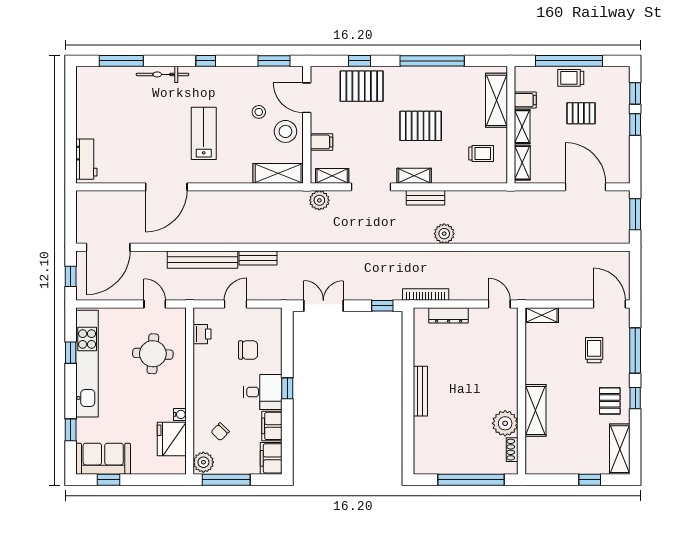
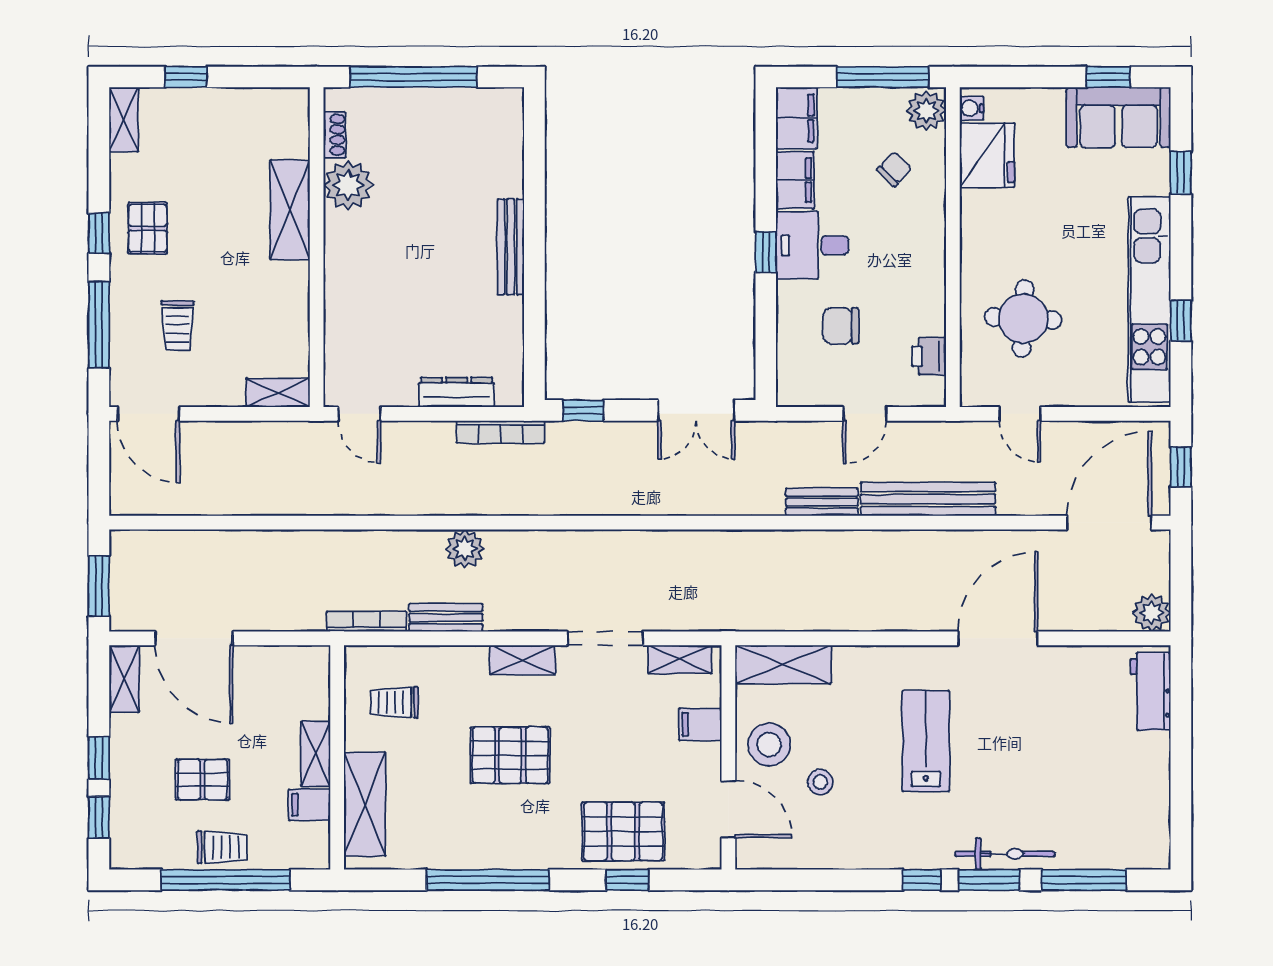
window: (274, 61) -> (989, 880), moved
lab bench: (204, 133) -> (926, 741), turned 180
shelving: (522, 163) -> (124, 679), moved
bookcase: (496, 196) -> (367, 621), added
bench: (425, 198) -> (446, 618), moved
plant: (319, 200) -> (1152, 613), moved
water cooler: (180, 414) -> (972, 108), moved
shelving: (620, 449) -> (124, 120), width x0.67, depth x0.75

